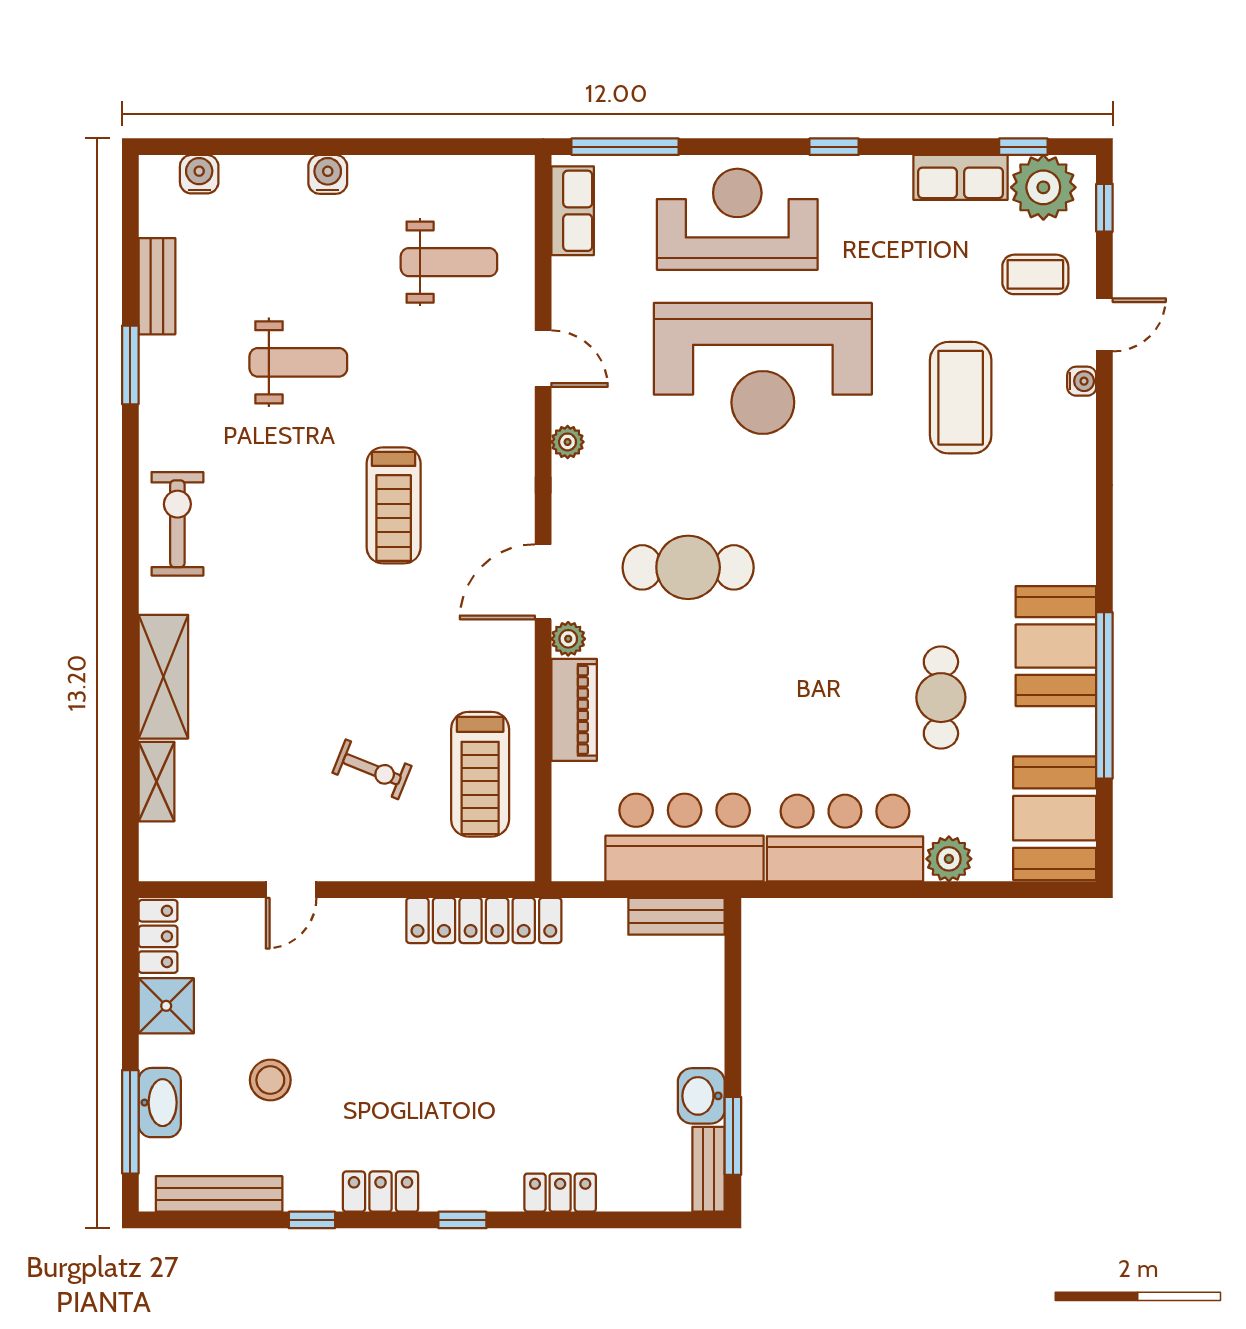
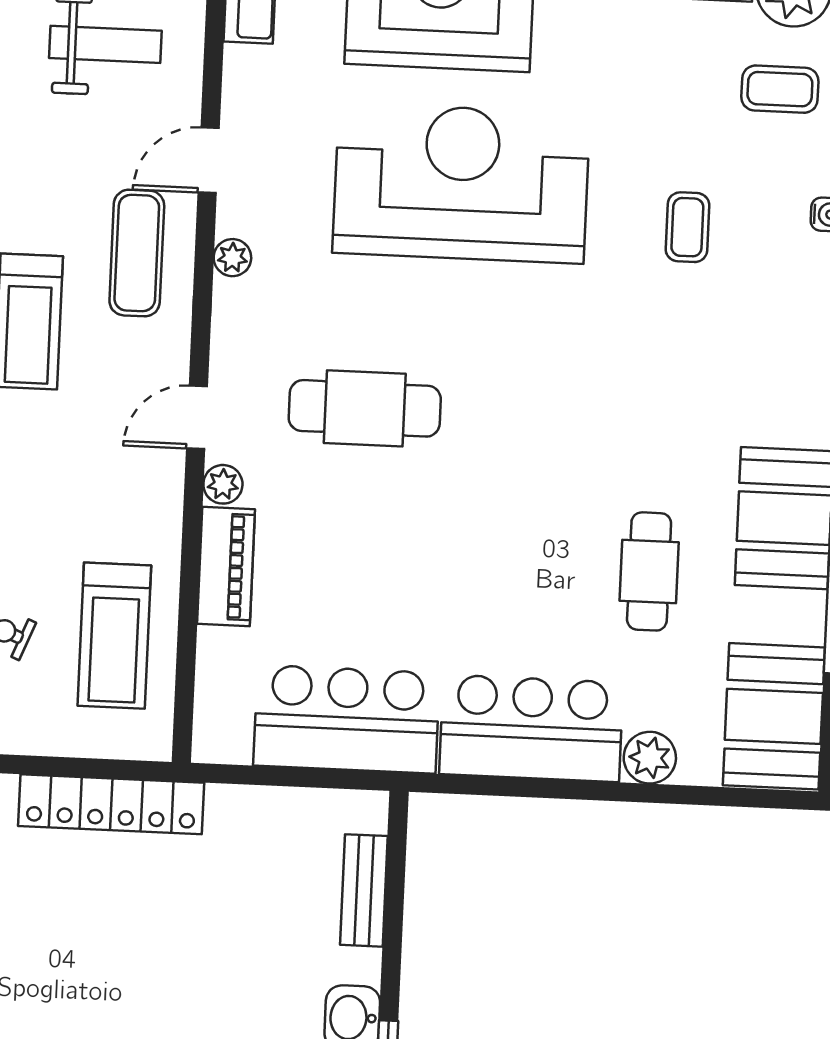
door: (543, 359) -> (209, 160), swing flipped
reception desk: (763, 368) -> (461, 183), turned 180
coffee table: (961, 398) -> (687, 227), width x0.54, depth x0.58
exercise mat: (484, 442) -> (137, 253), added
door: (543, 582) -> (197, 417), width x0.73
bench: (677, 916) -> (364, 890), moved, turned 90

